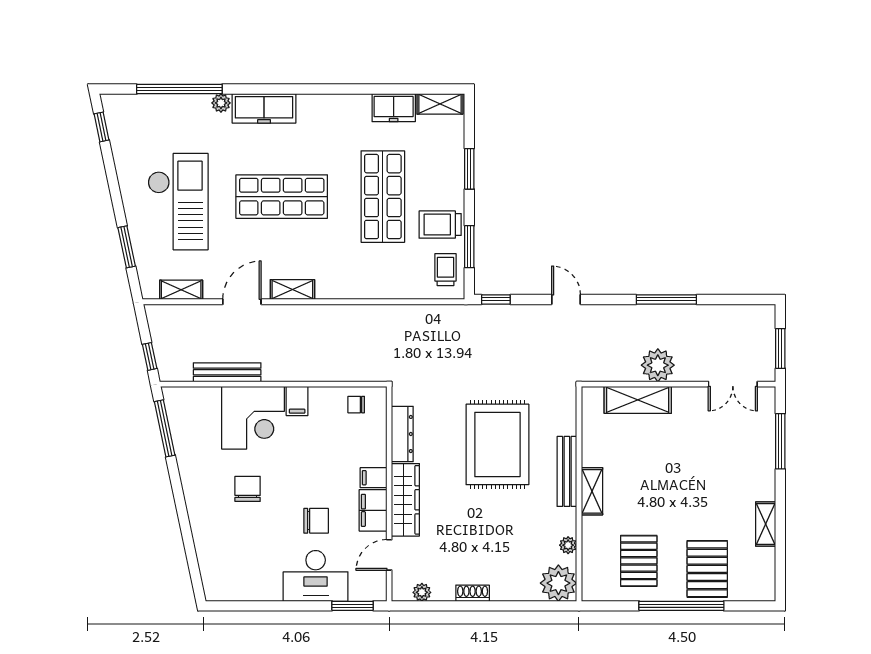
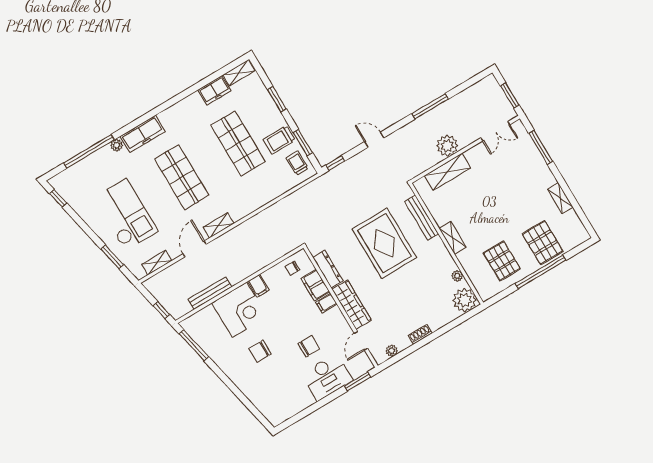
shop shelf: (282, 197) -> (182, 177), turned 90
bench: (567, 471) -> (422, 218), moved
chair: (248, 489) -> (260, 351), turned -90
filing cabinet: (373, 510) -> (315, 285), moved

